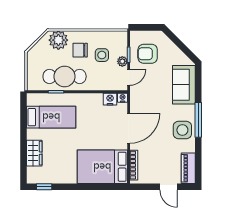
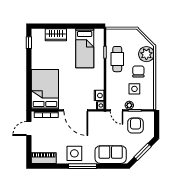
window: (180, 45) -> (143, 152), added
cafe table: (65, 76) -> (117, 59), width x0.73, depth x0.74
door: (168, 187) -> (29, 129), moved

